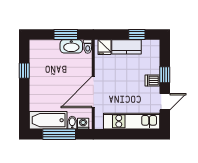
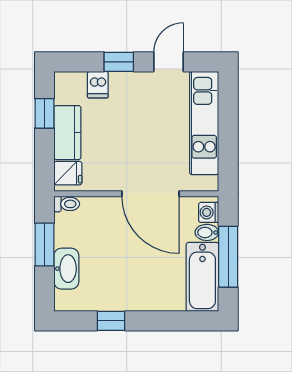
washbasin: (71, 46) -> (66, 269), moved
dishwasher: (152, 81) -> (98, 85), moved
door: (165, 102) -> (169, 62), hinge flipped

